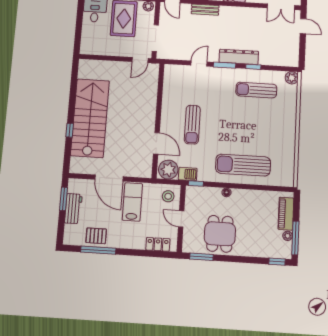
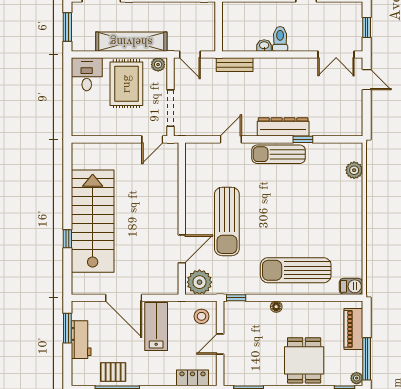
window: (224, 65) -> (265, 139), removed
plant: (292, 78) -> (354, 170), moved
sun lounger: (256, 90) -> (278, 154), moved
sun lounger: (192, 125) -> (227, 221), width x1.36, depth x1.34
door: (156, 143) -> (182, 249), hinge flipped
barbecue: (188, 174) -> (351, 286), moved
door: (181, 219) -> (220, 344), hinge flipped
dining table: (220, 234) -> (304, 360), moved
plant: (288, 236) -> (357, 378), moved

